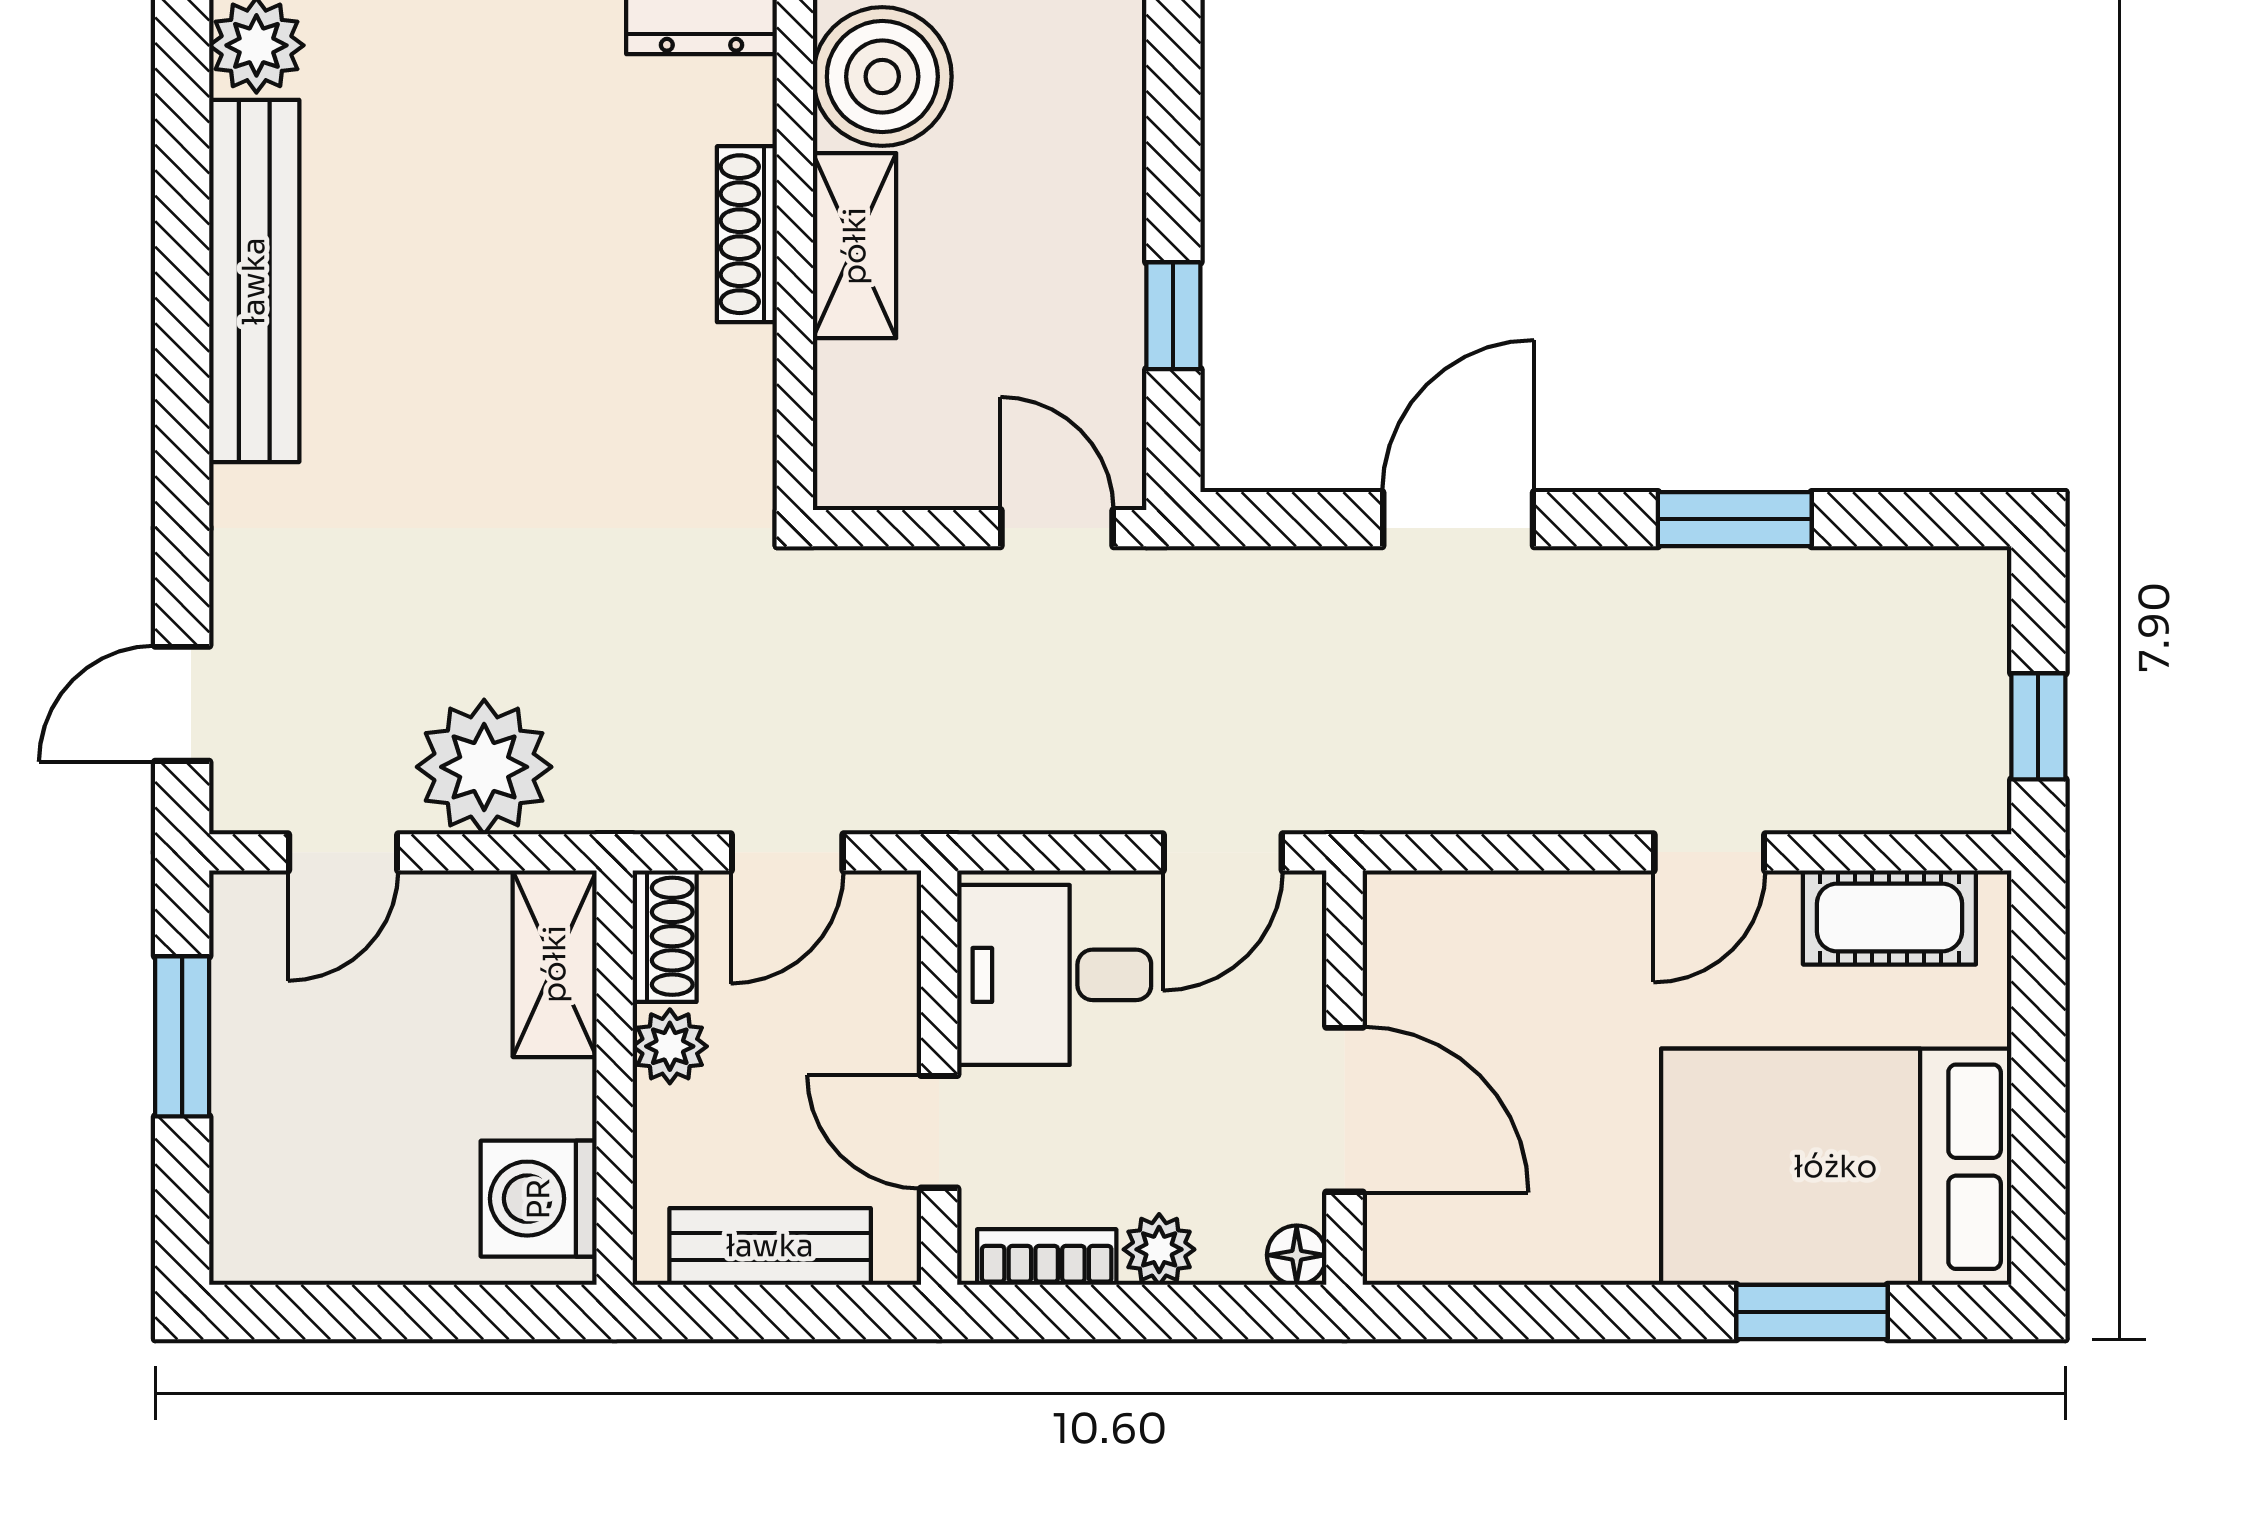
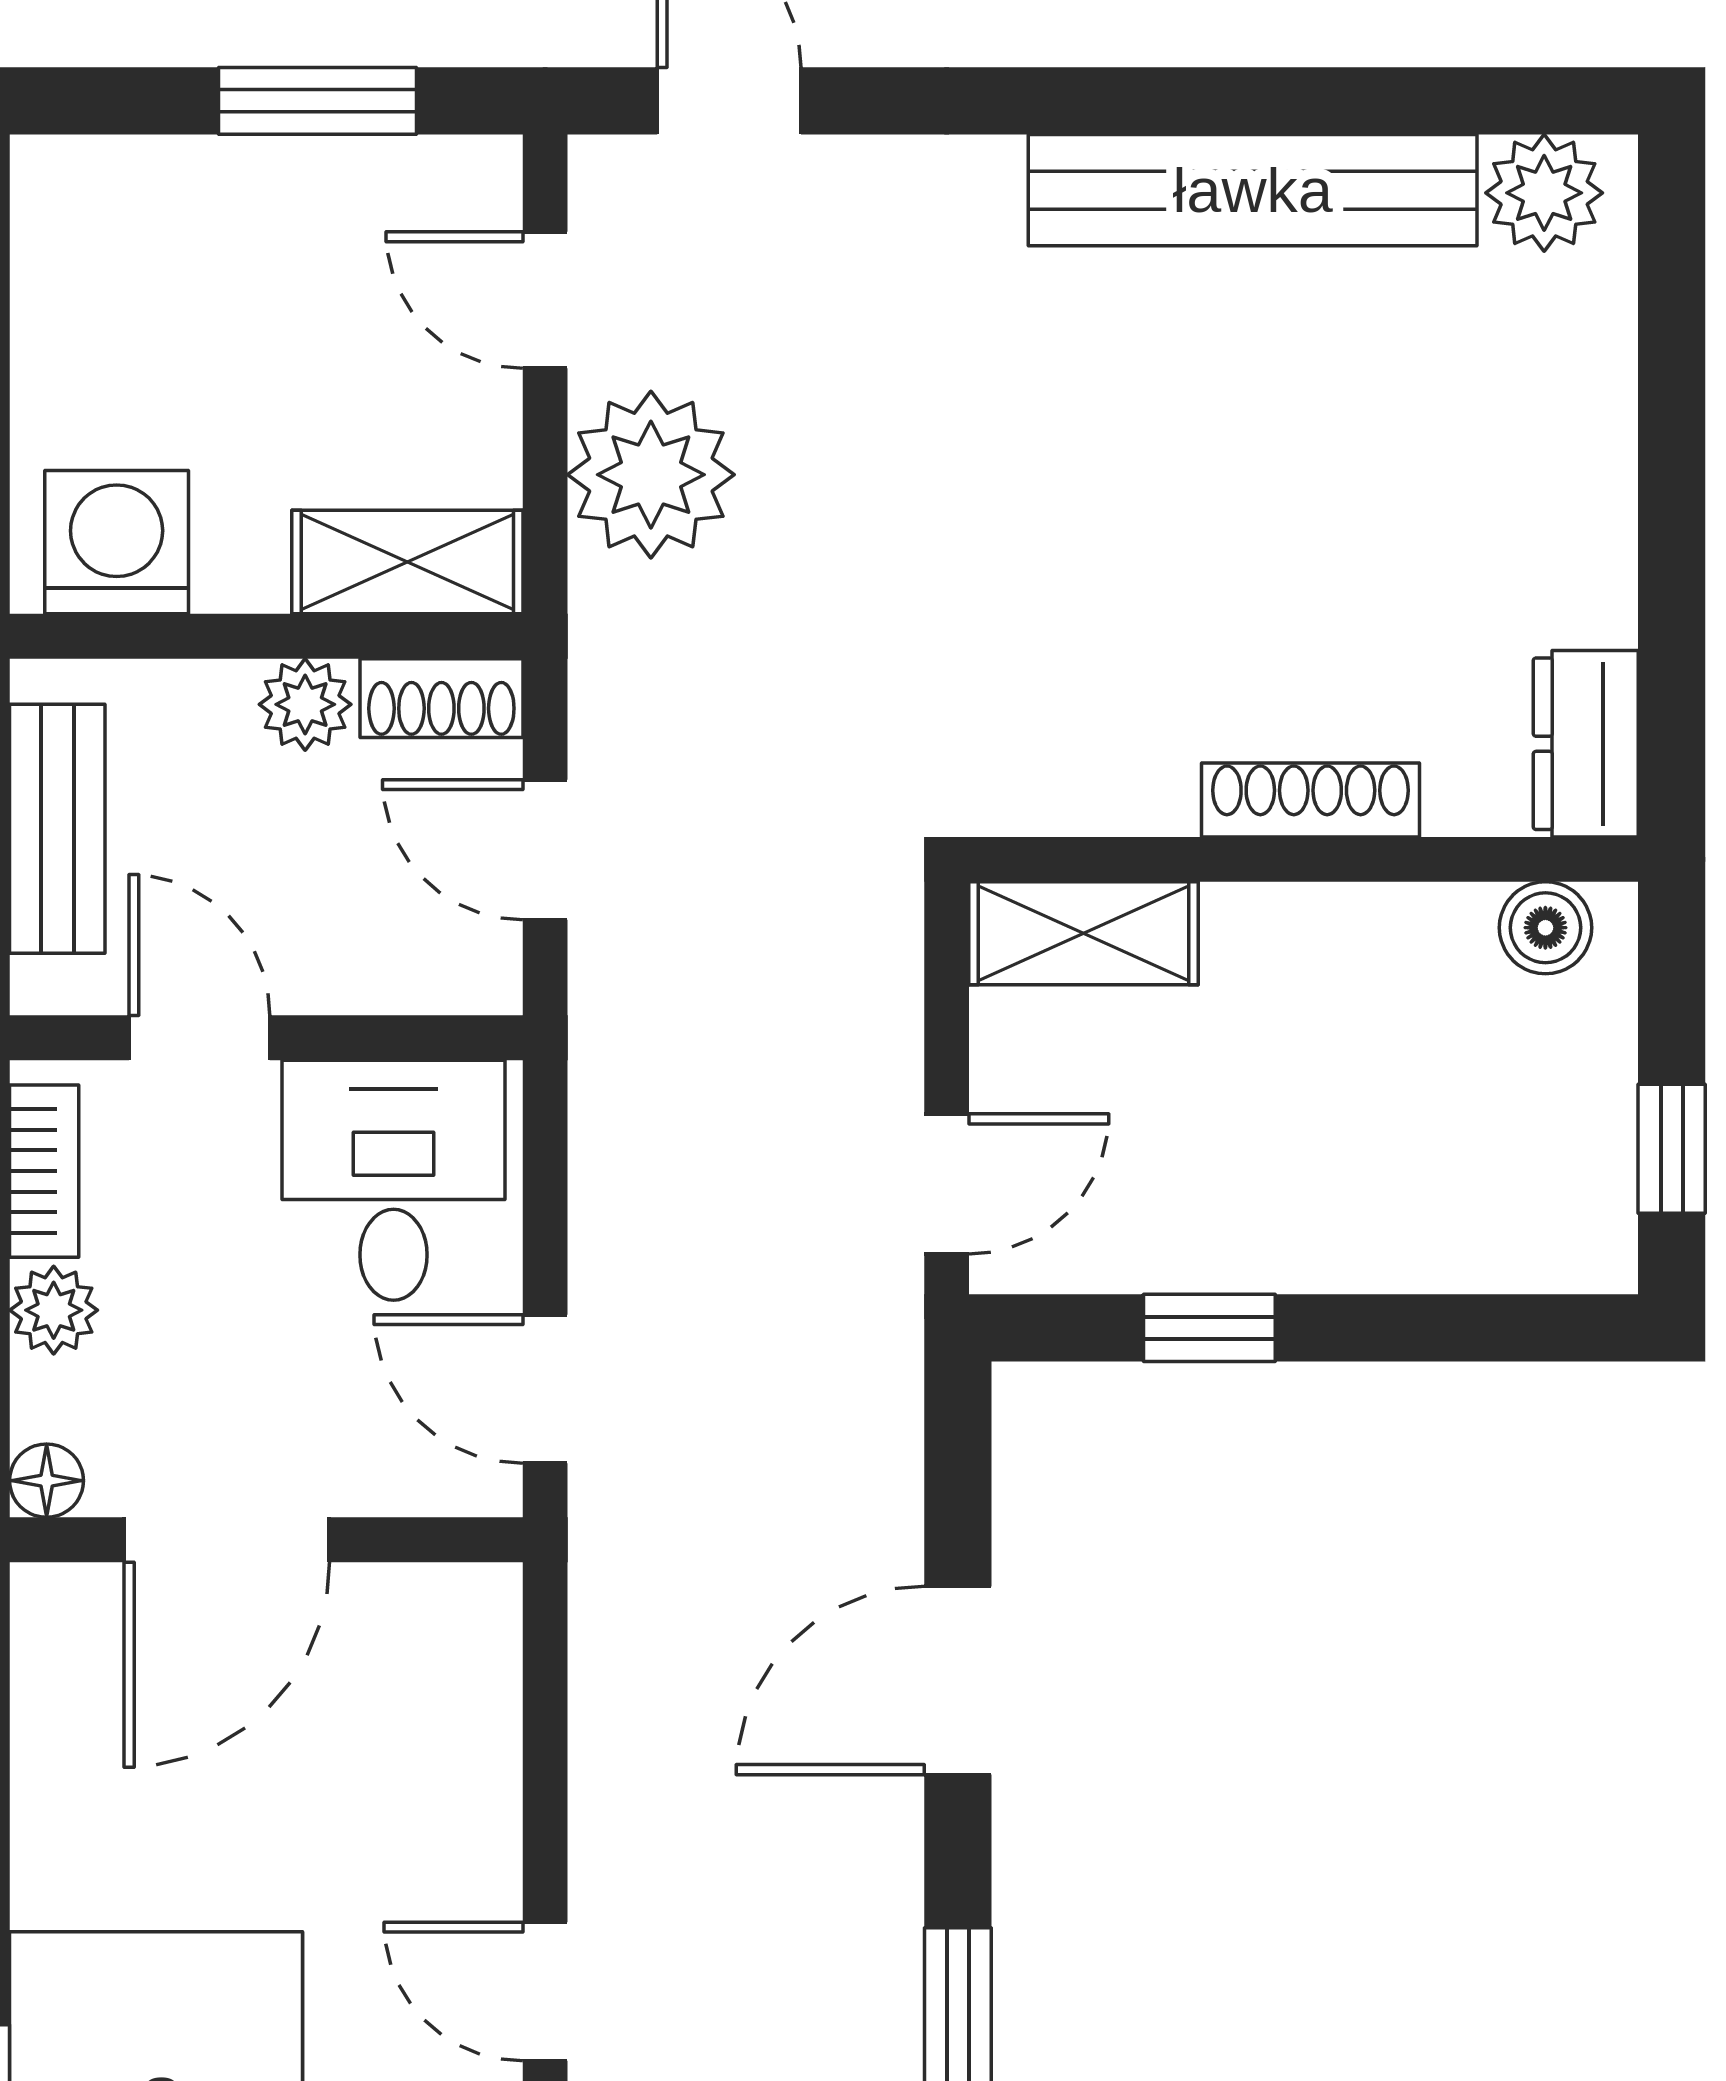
boiler: (882, 77) -> (1545, 928), width x0.54, depth x0.54
shelving: (855, 246) -> (1084, 933), moved
door: (1458, 519) -> (958, 1680), swing flipped
door: (939, 1132) -> (199, 1038), hinge flipped

